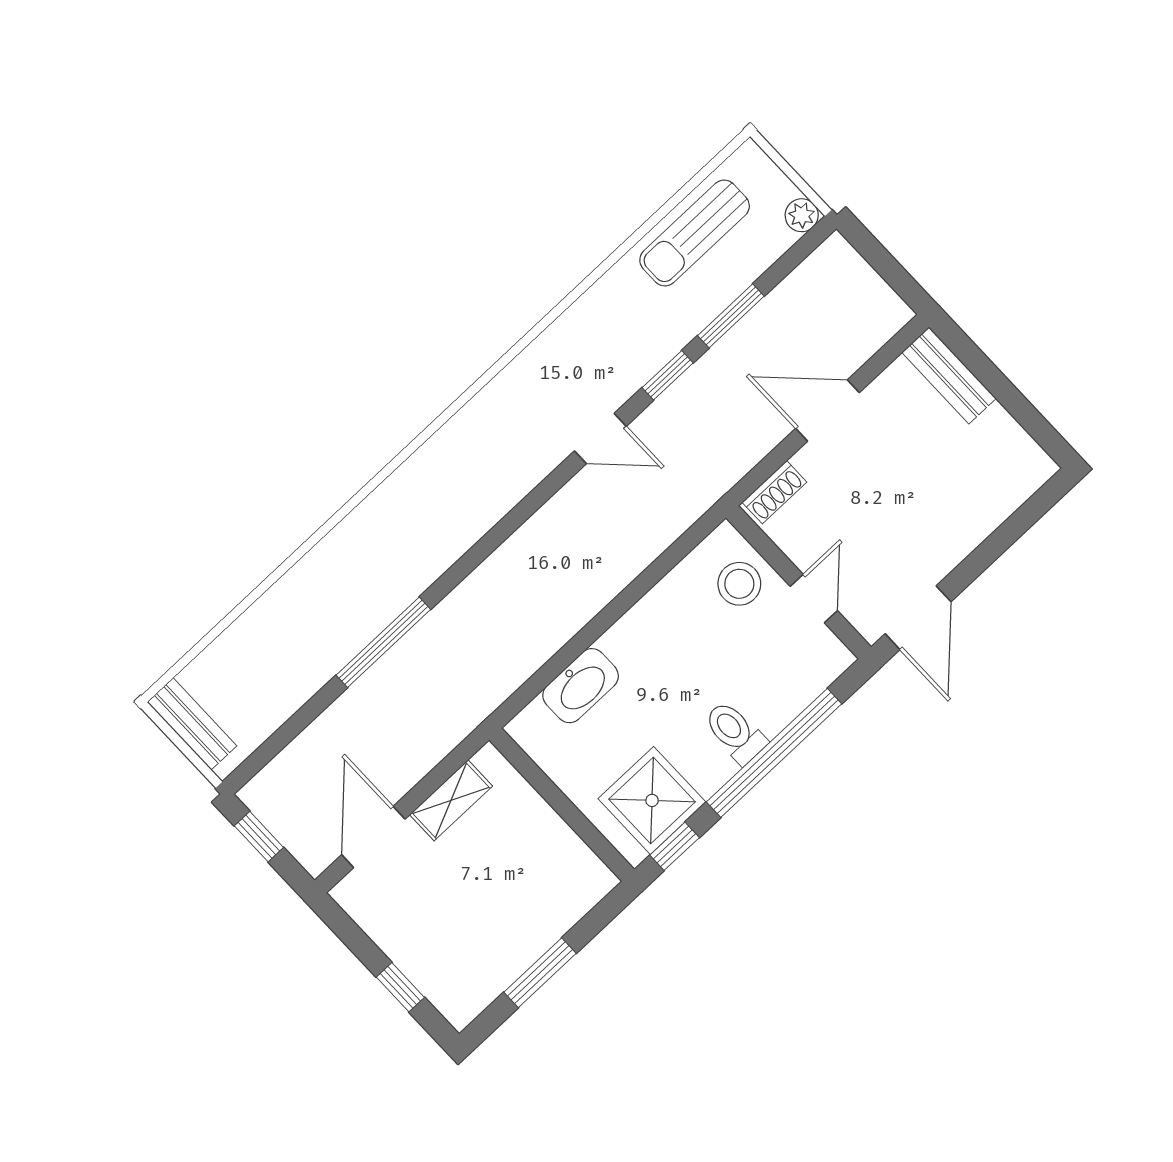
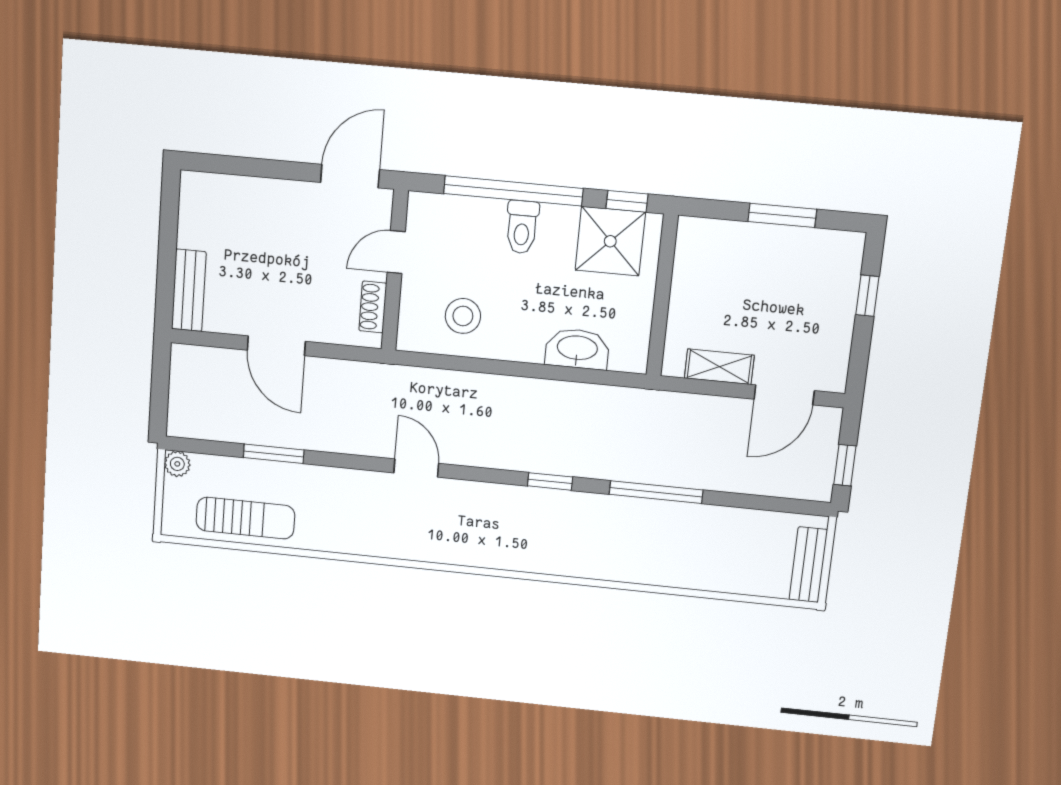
window: (668, 375) -> (550, 482), moved
shoe rack: (774, 492) -> (373, 307), moved, turned -90
stool: (739, 584) -> (463, 316), moved

